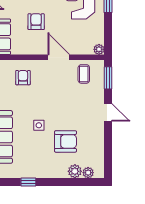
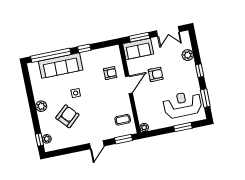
door: (59, 57) -> (129, 85), moved
armchair: (66, 141) -> (67, 116), turned -132
plant: (75, 171) -> (41, 106), moved
window: (28, 182) -> (39, 140), moved

